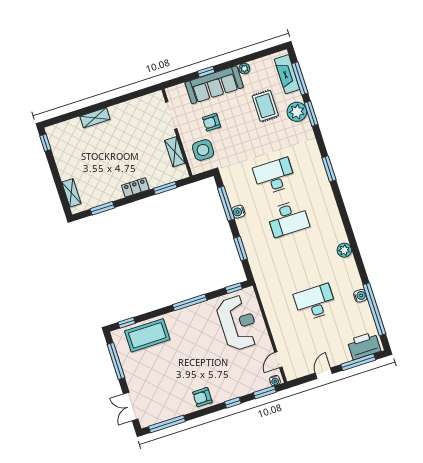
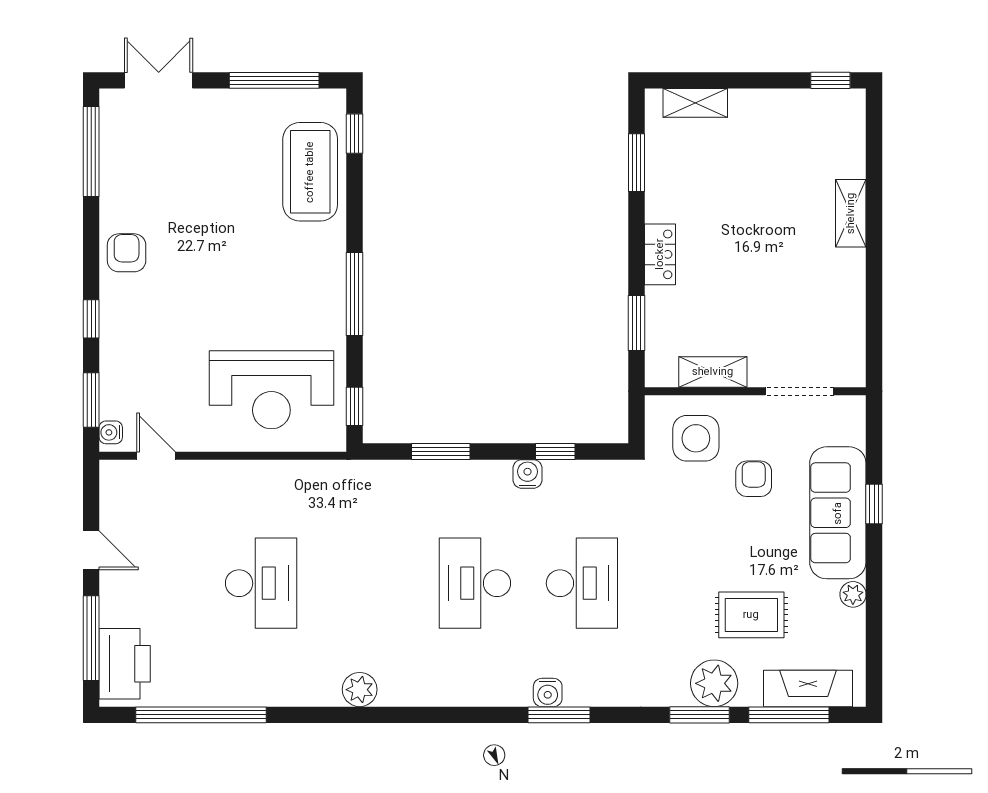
window: (226, 204) -> (555, 452), width x0.46
water cooler: (360, 296) -> (548, 692), moved

